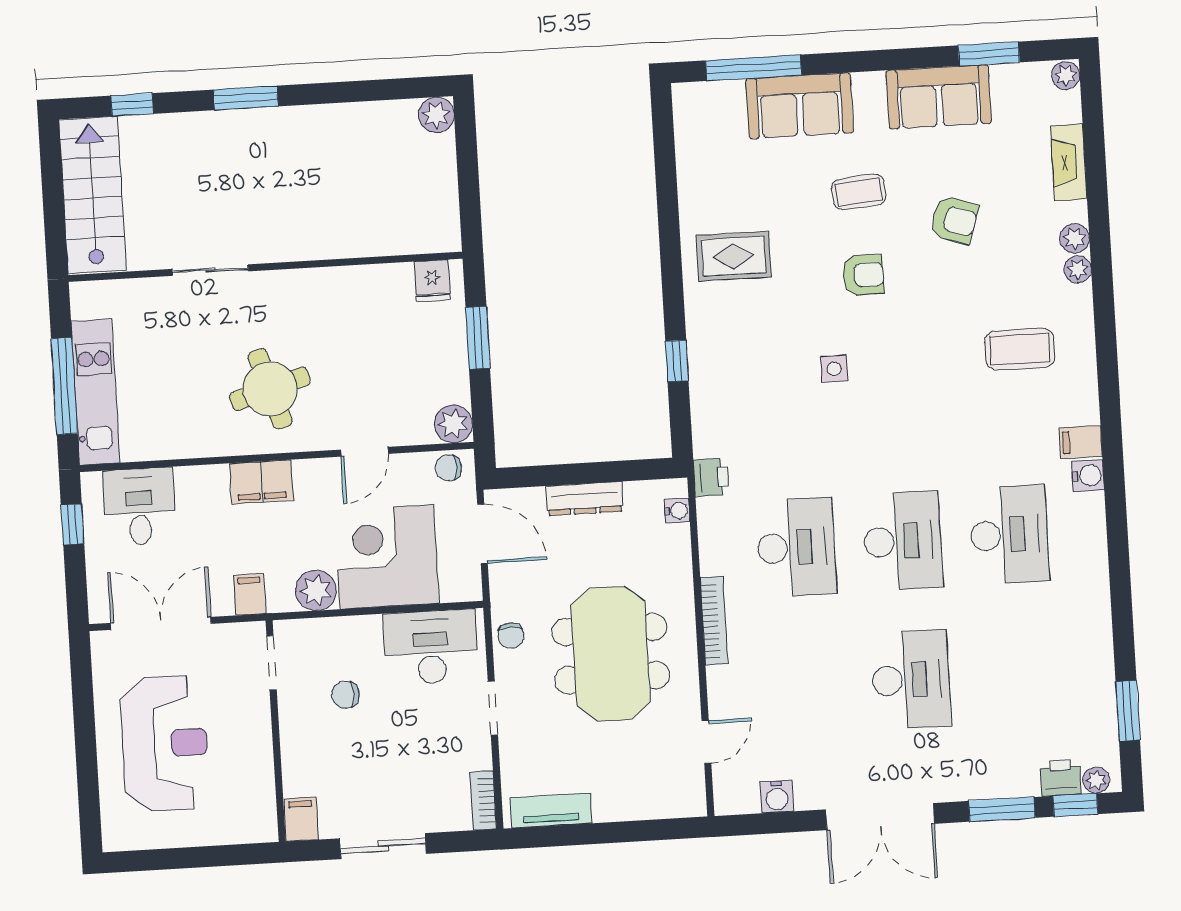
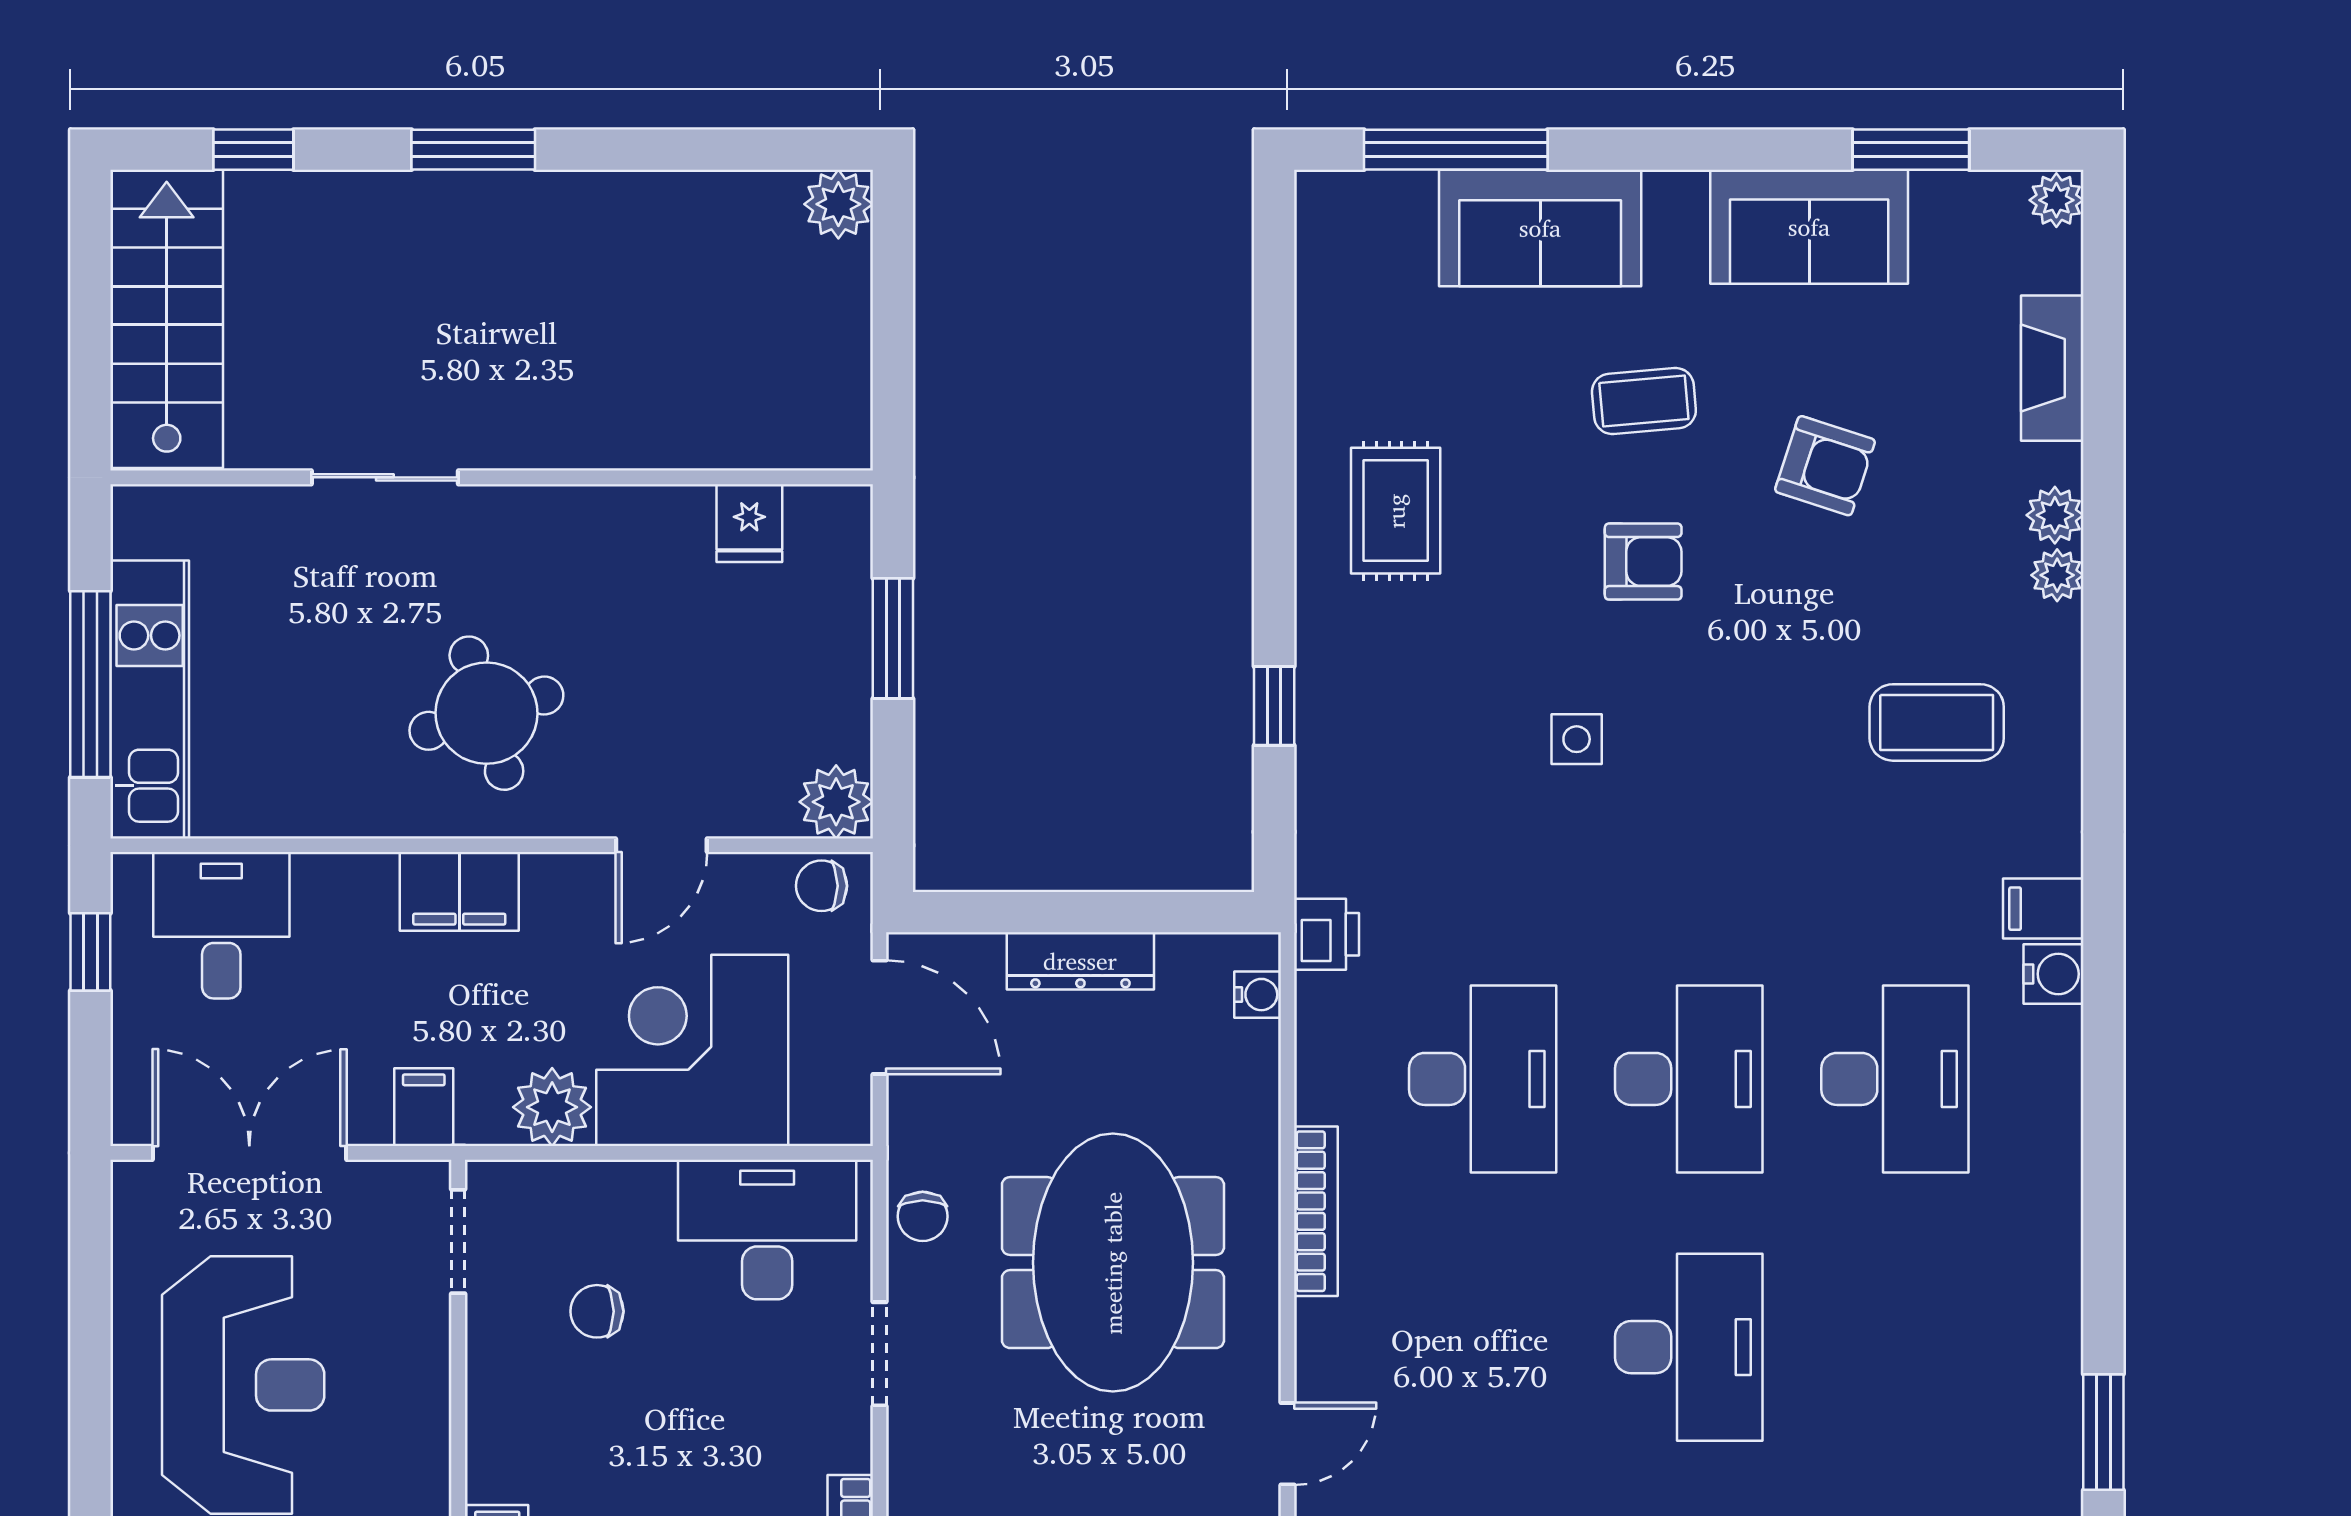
rug: (734, 256) -> (1396, 511), turned 90
fridge: (432, 281) -> (749, 523), moved

